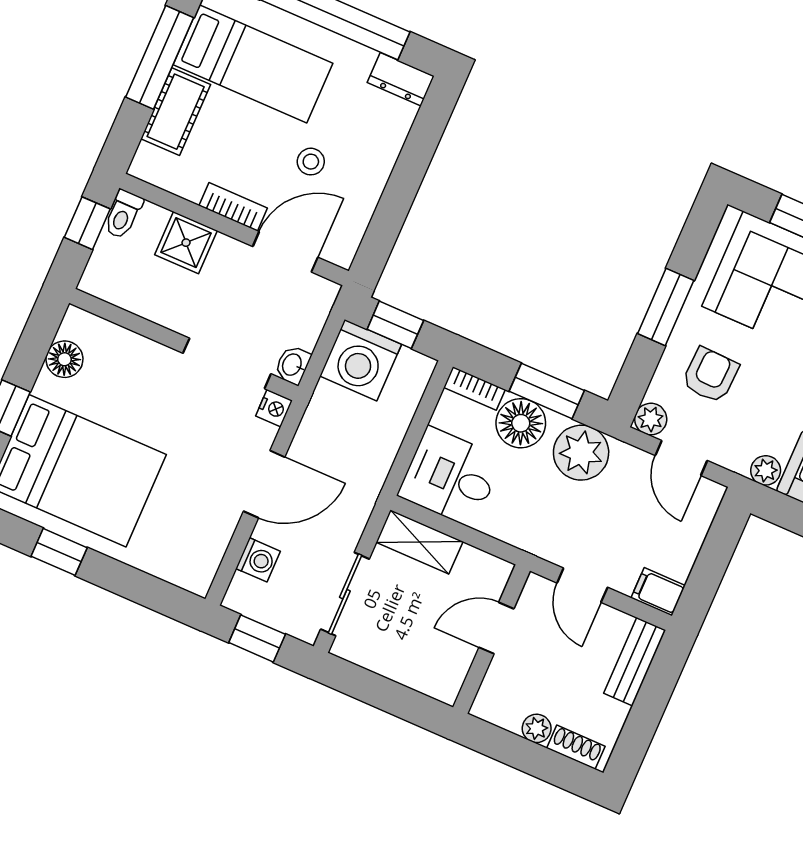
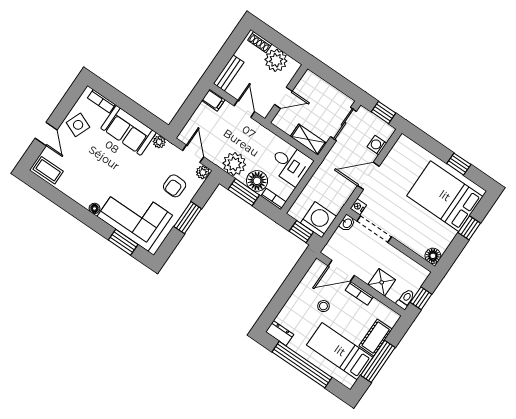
floor lamp: (64, 359) -> (433, 256), moved
plant: (537, 728) -> (276, 60), width x1.88, depth x1.88

